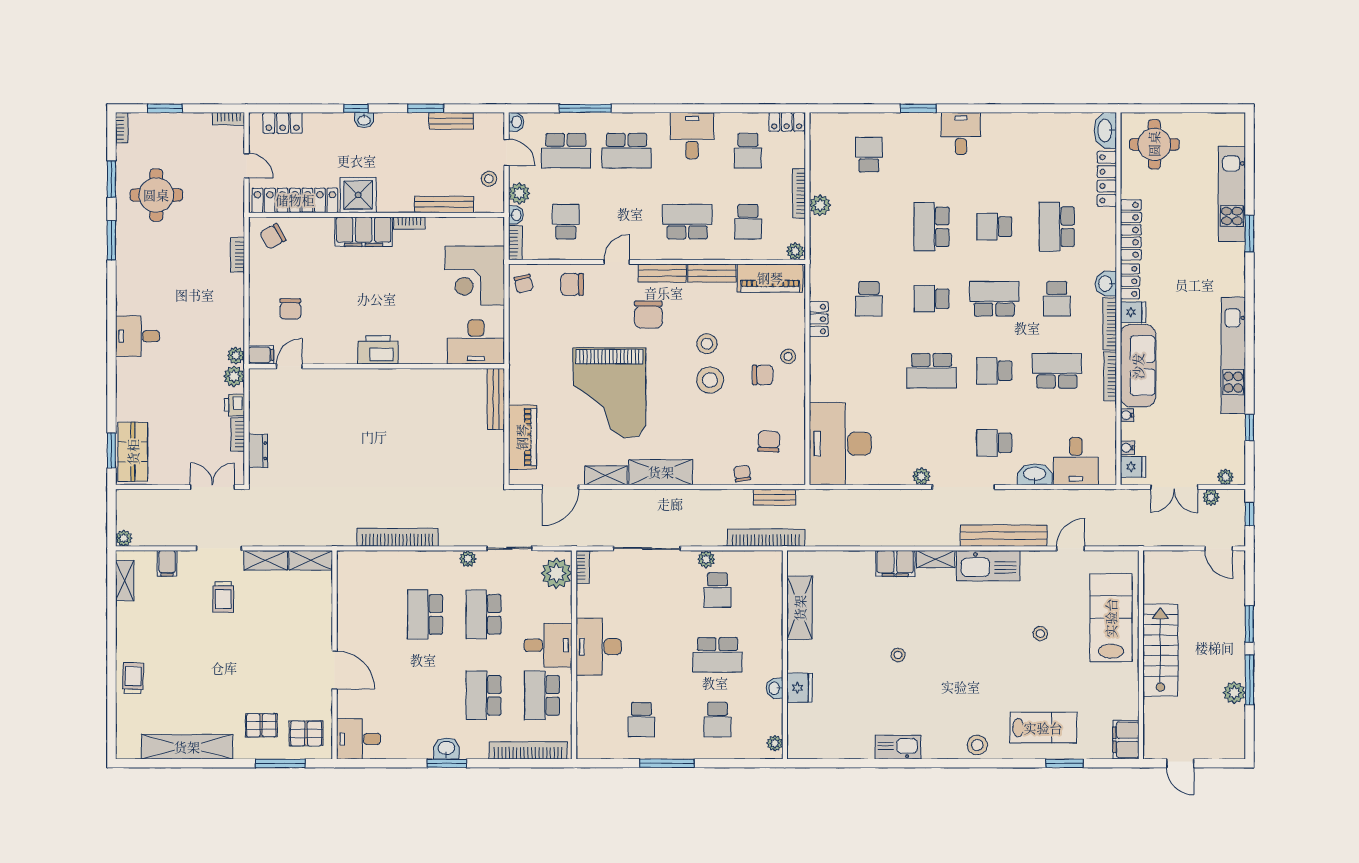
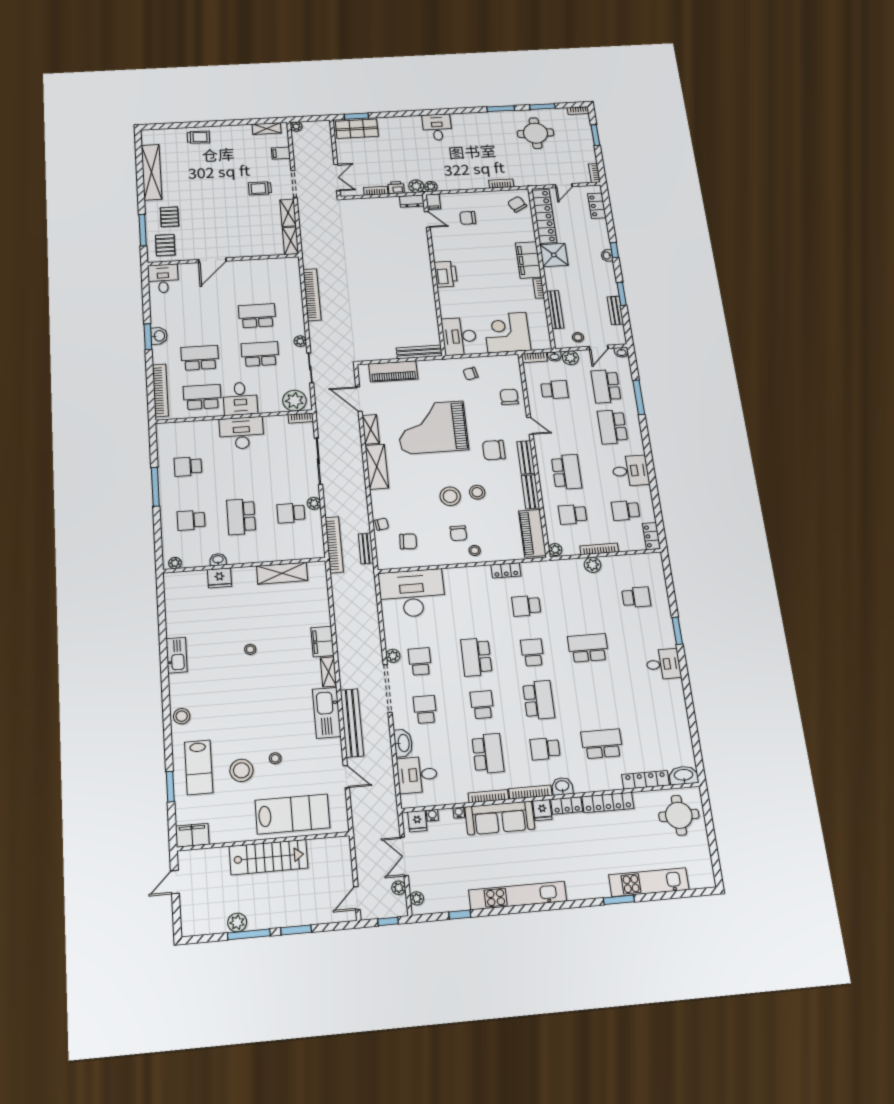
school desk: (994, 227) -> (420, 661), moved
chair: (524, 284) -> (471, 374), moved
dresser: (258, 451) -> (412, 201), moved
stool: (1052, 676) -> (241, 770), added

